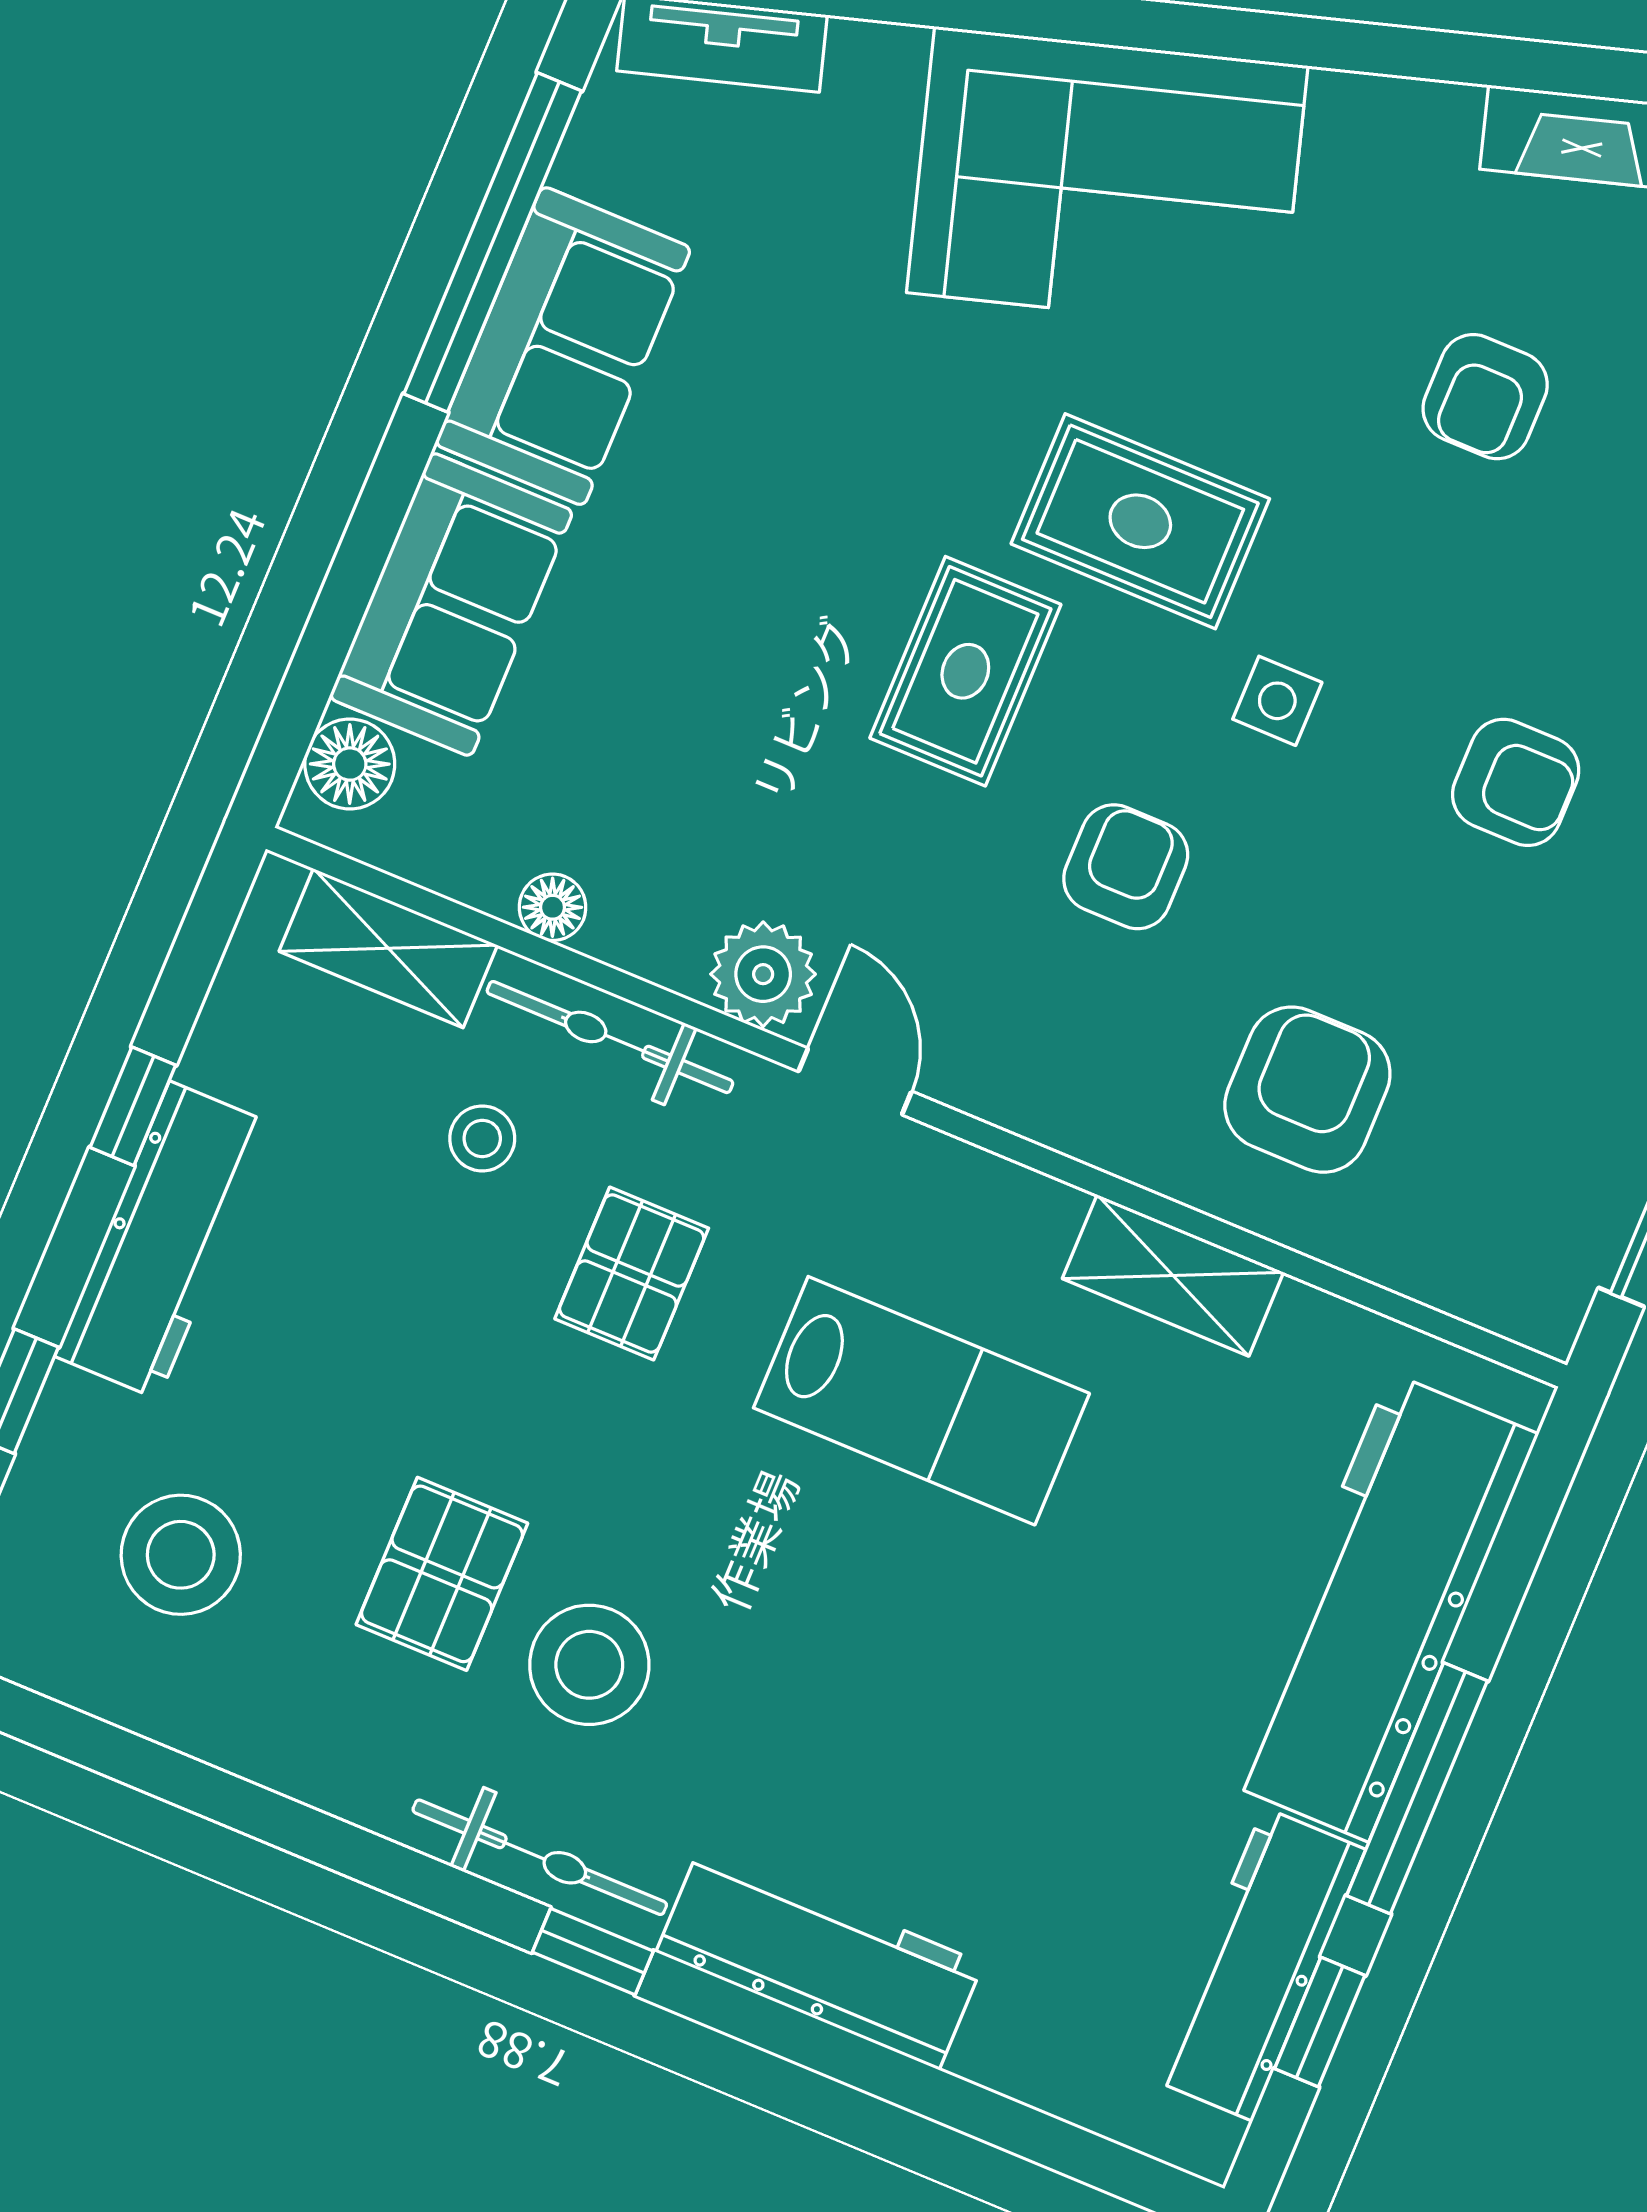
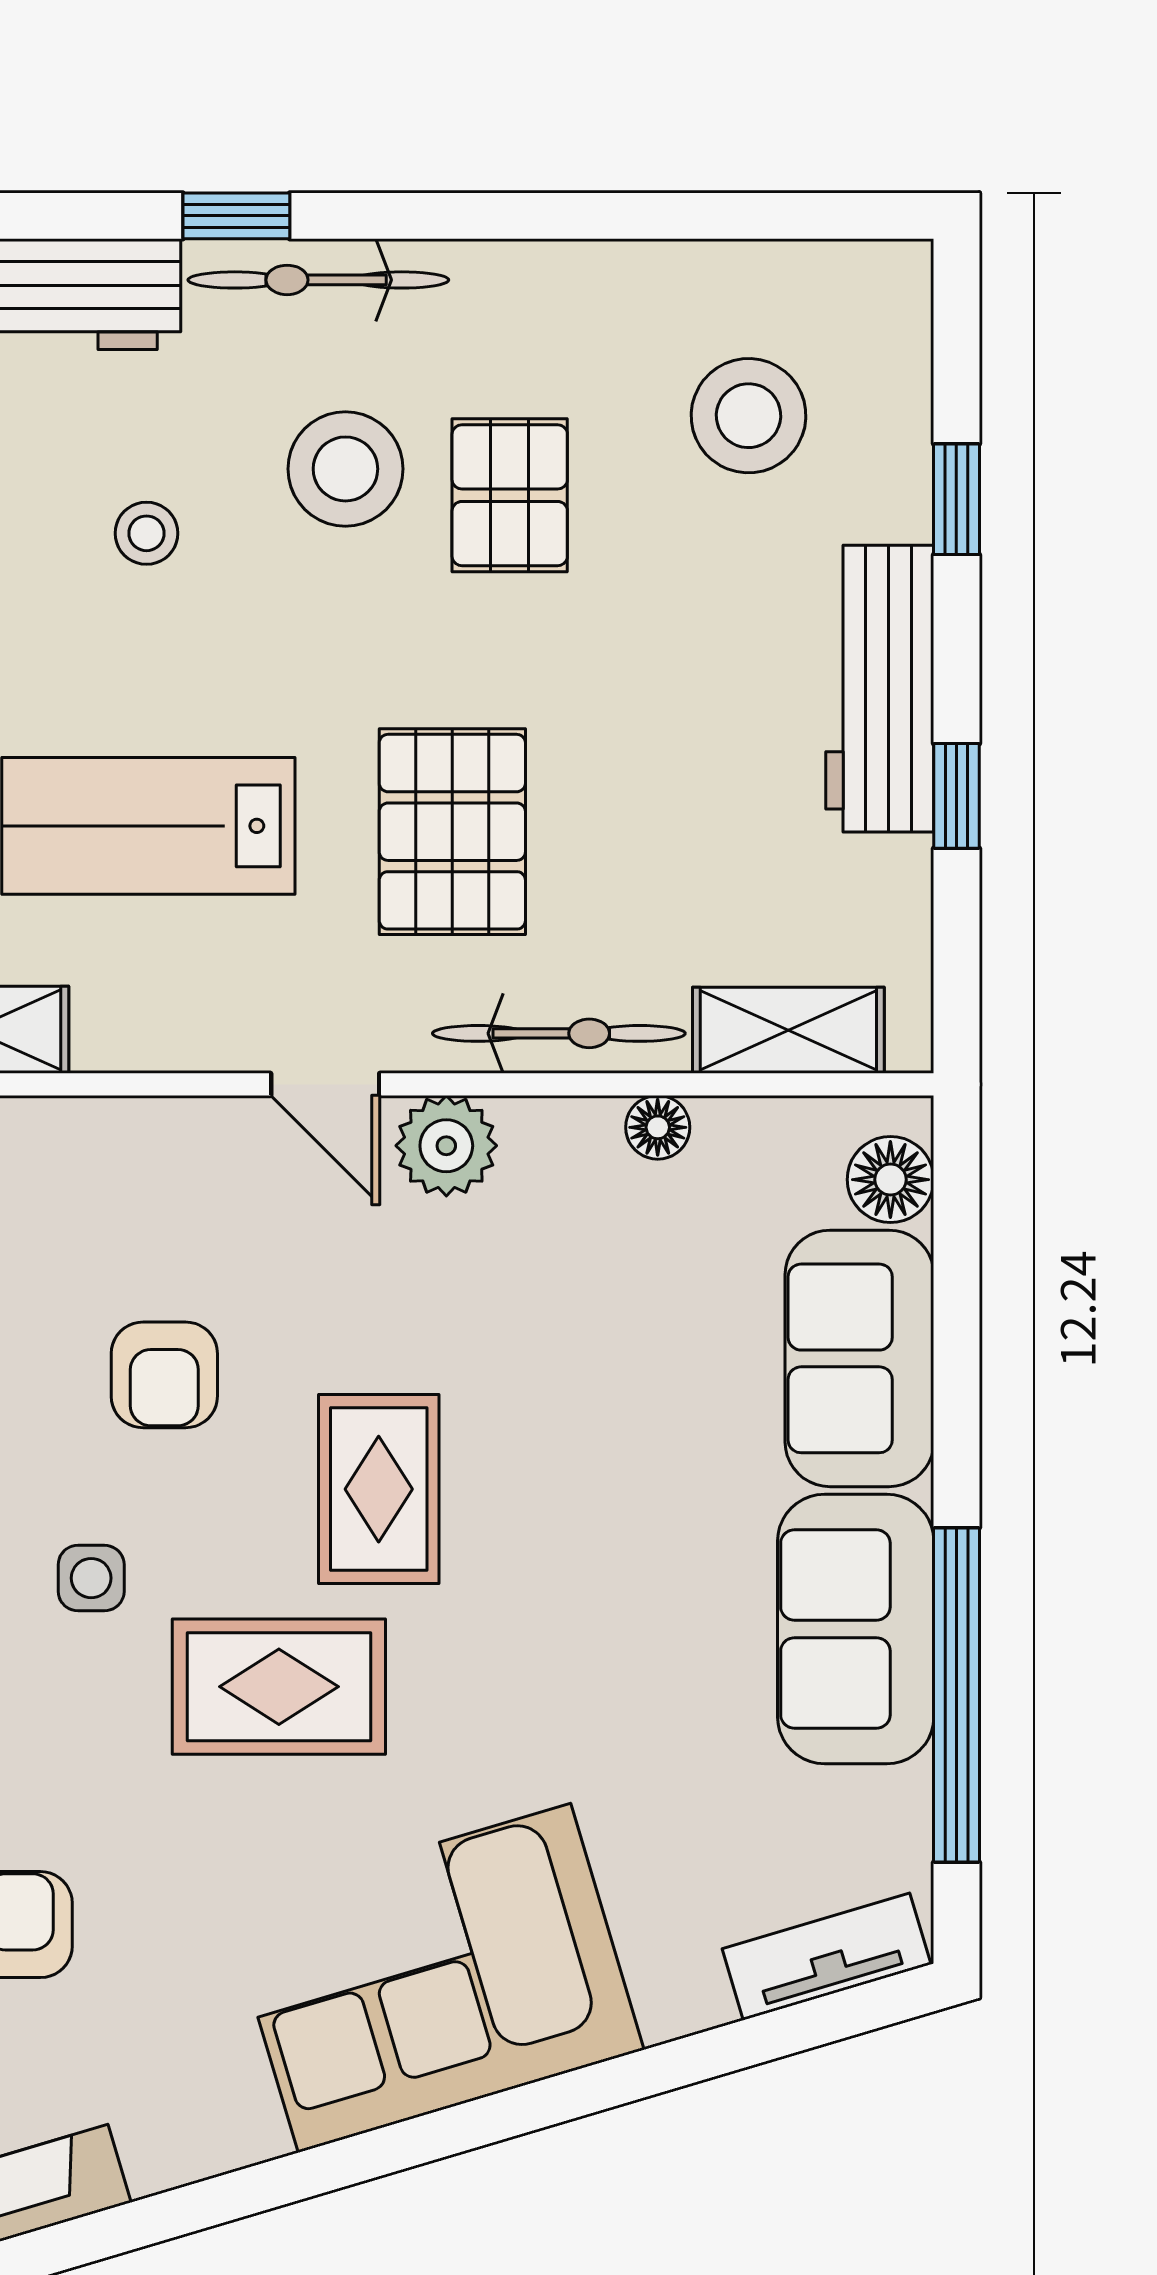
stool: (482, 1138) -> (146, 533), moved
pallet: (632, 1274) -> (452, 832), width x1.50, depth x1.42

